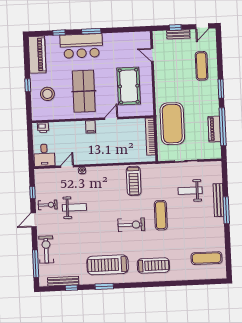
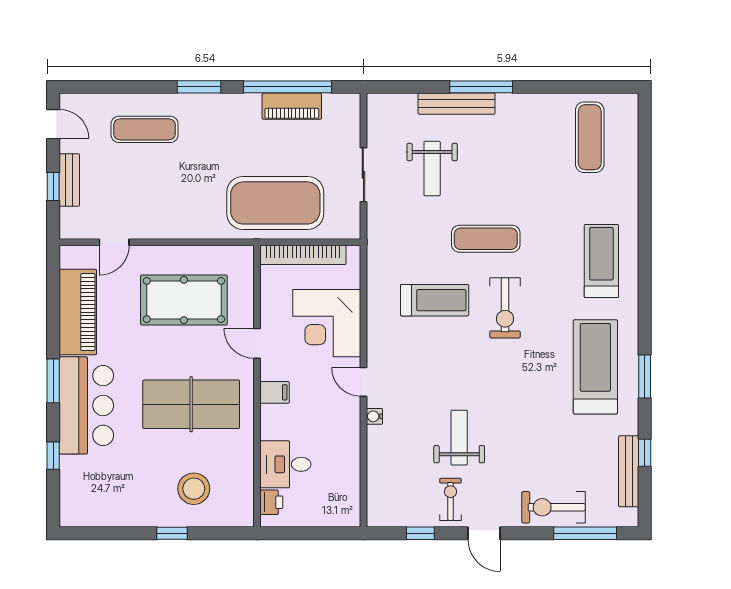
piano: (37, 55) -> (78, 312), moved, turned 90
corner desk: (121, 148) -> (327, 323), added
desk: (44, 155) -> (285, 464), moved, turned 180
door: (67, 166) -> (363, 382), moved
treadmill: (134, 181) -> (435, 300), moved
exercise bike: (131, 225) -> (505, 308), turned 180
treadmill: (108, 265) -> (595, 367), turned 180

